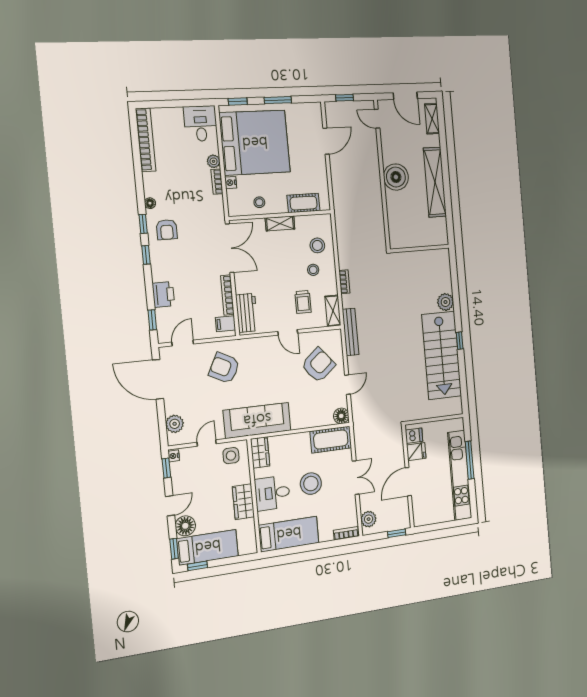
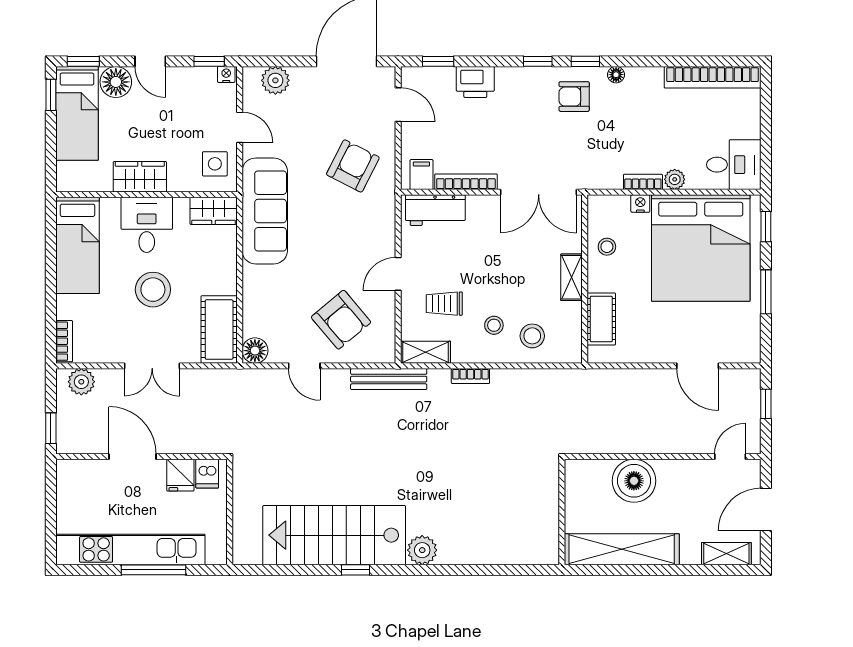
wall: (420, 249) -> (562, 512), moved

